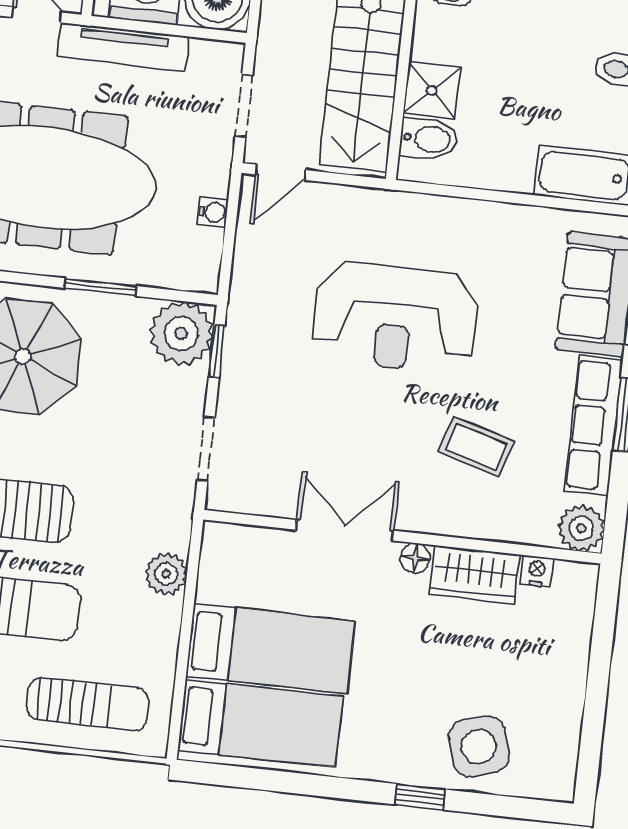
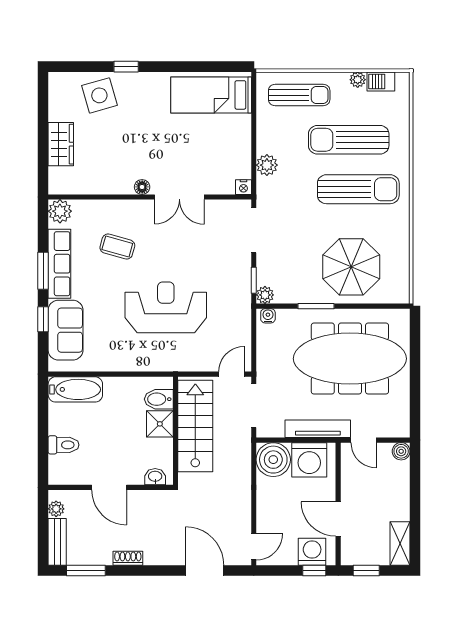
doorway: (244, 106) -> (254, 406), width x1.38
water cooler: (213, 212) -> (268, 316), moved, turned 90
plant: (181, 333) -> (265, 295), width x0.53, depth x0.53
doorway: (206, 449) -> (254, 230), width x1.38
nightstand: (537, 571) -> (243, 187), moved
wardrobe: (475, 574) -> (61, 144), moved, turned 90
bed: (270, 648) -> (210, 133), removed
sun lounger: (88, 704) -> (299, 95), turned 180

